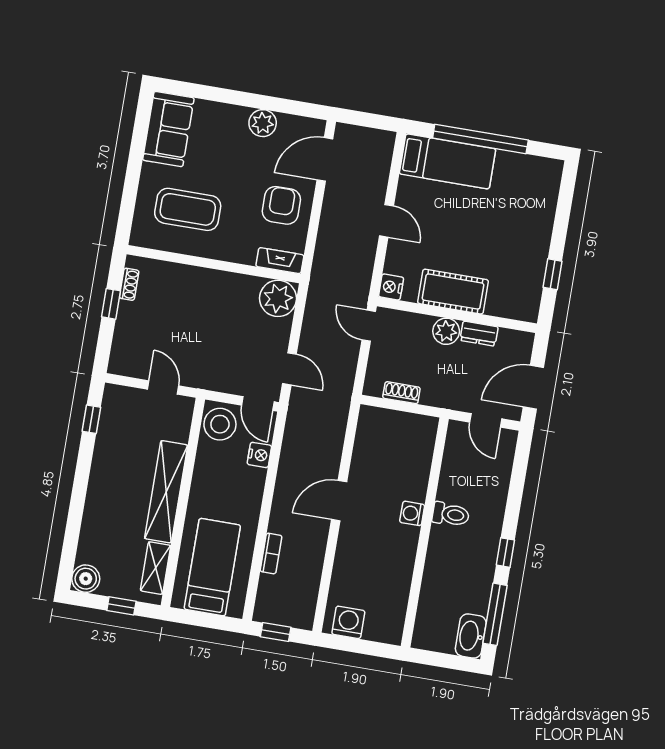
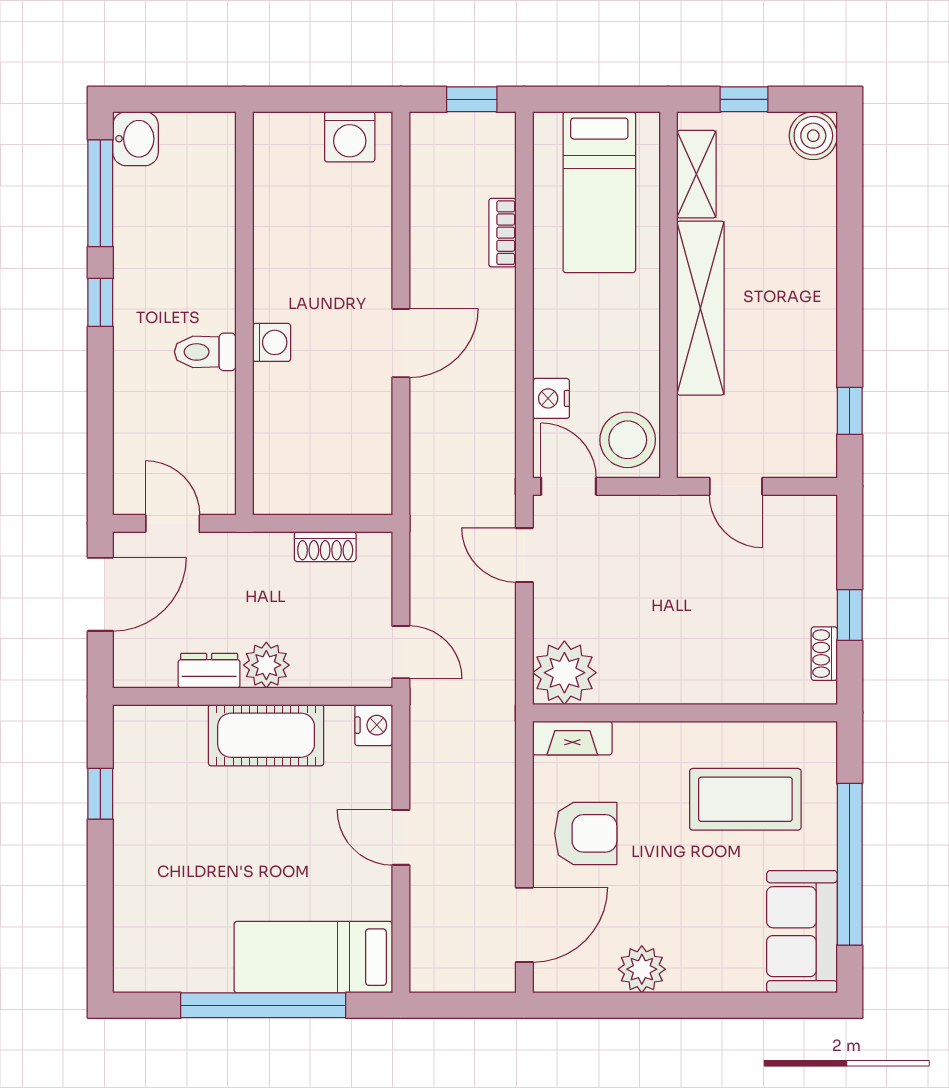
window: (135, 163) -> (850, 864), added
armchair: (281, 205) -> (586, 833), turned -90
washbasin: (471, 636) -> (136, 139), width x0.72

